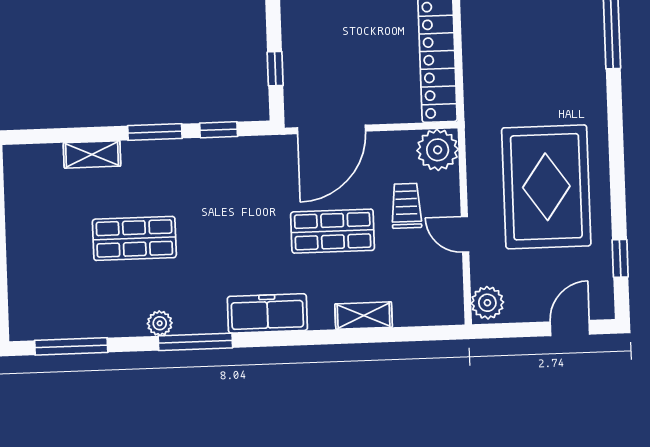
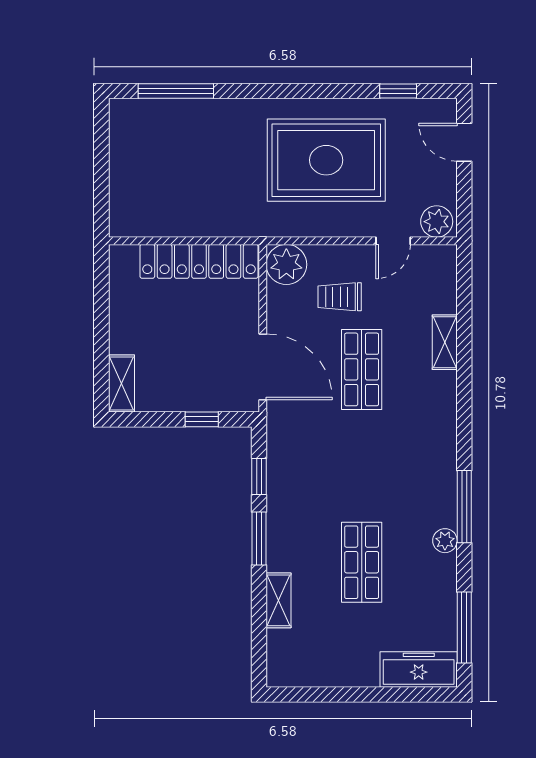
door: (465, 234) -> (393, 241), moved
freezer: (267, 313) -> (419, 670), moved, turned 90

